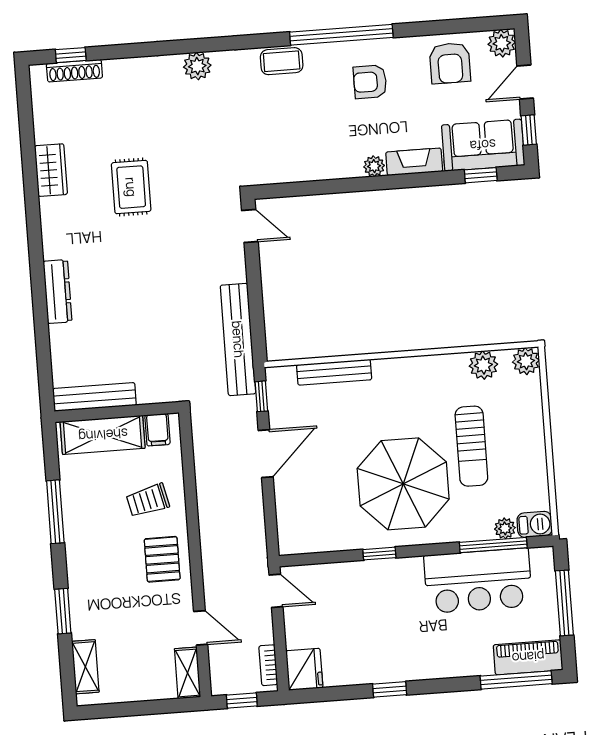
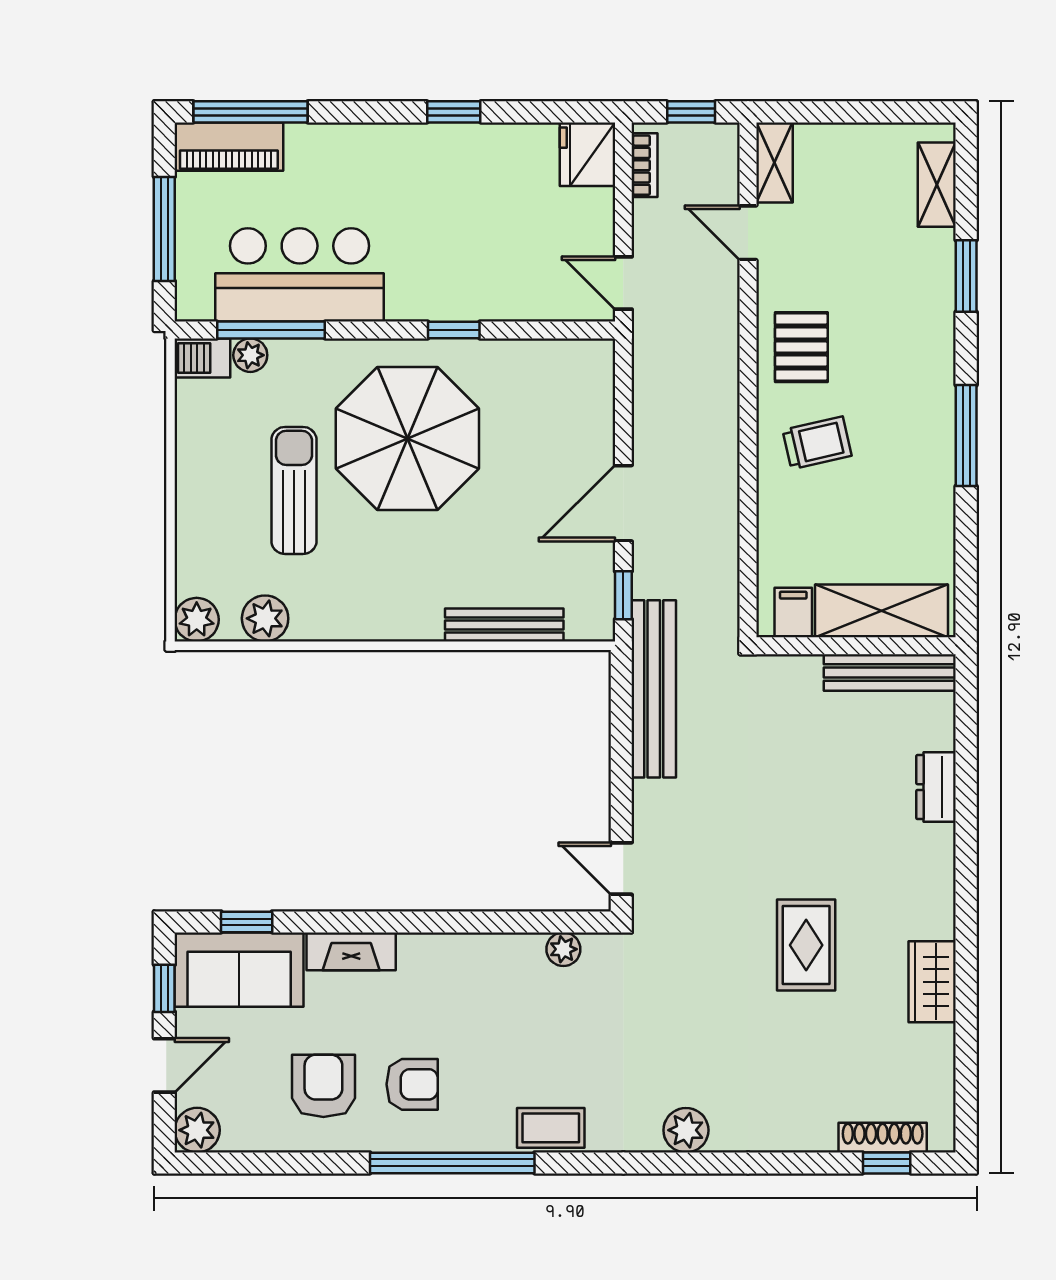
armchair: (450, 63) -> (323, 1086), moved
plant: (374, 166) -> (563, 949), moved
dresser: (58, 292) -> (936, 787), width x0.70
bench: (94, 397) -> (890, 672), moved
wall: (117, 412) -> (856, 646), moved
filing cabinet: (157, 430) -> (793, 613), moved
shelving: (103, 435) -> (882, 611), moved

